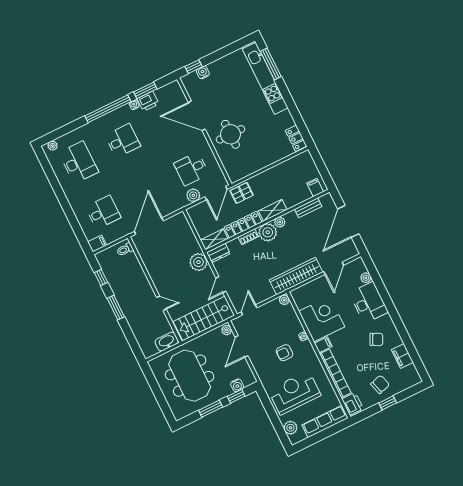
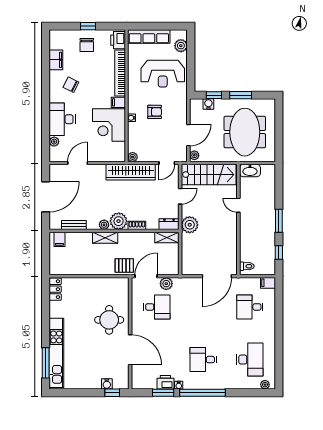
desk: (79, 162) -> (250, 360), turned 180
locker: (243, 225) -> (136, 238), removed
wardrobe: (296, 276) -> (131, 172), moved
chair: (380, 384) -> (87, 45), turned -74

